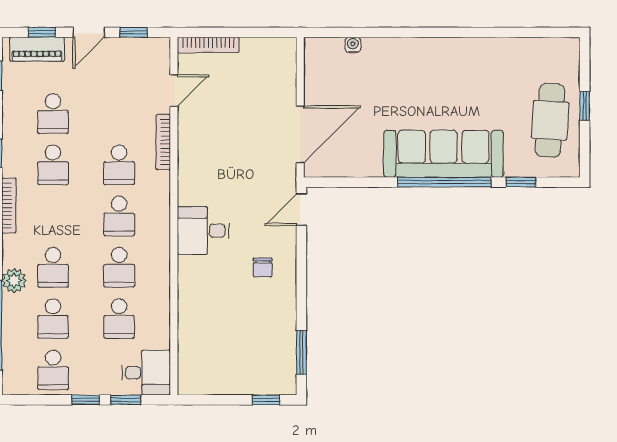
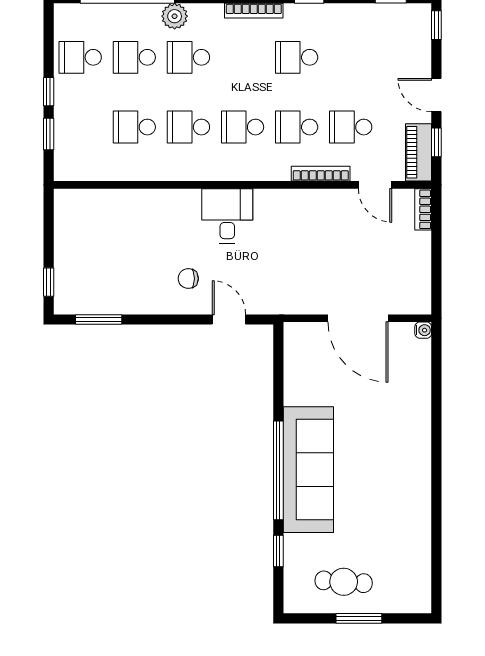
window: (42, 32) -> (436, 25), moved
bookcase: (208, 45) -> (423, 209), width x0.64
water cooler: (353, 45) -> (423, 330), moved
piano: (37, 49) -> (419, 152), moved
window: (585, 106) -> (359, 618), width x1.50
school desk: (53, 114) -> (351, 127), moved
cafe table: (550, 120) -> (344, 582), width x0.73, depth x0.74
door: (300, 134) -> (358, 318), moved
door: (301, 210) -> (229, 319), moved
desk: (146, 373) -> (77, 155), removed

